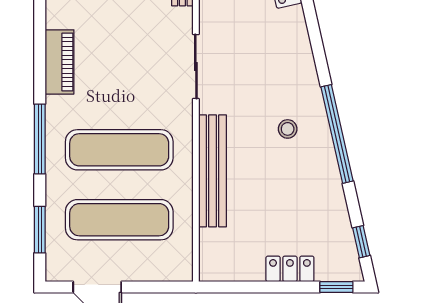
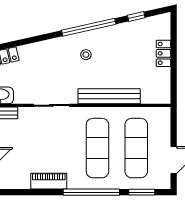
window: (40, 139) -> (91, 192), width x1.46
window: (361, 242) -> (136, 16), moved
window: (336, 287) -> (174, 28), removed

